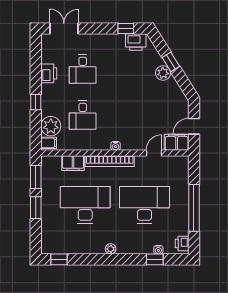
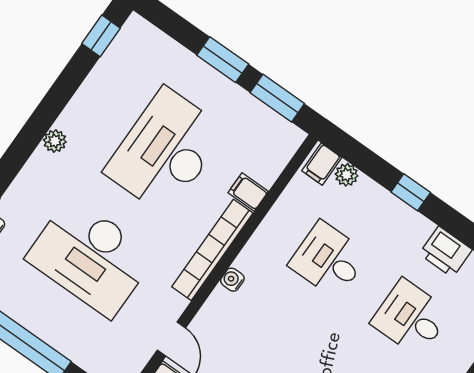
plant: (51, 126) -> (347, 175), width x0.53, depth x0.53
filing cabinet: (73, 163) -> (248, 192), width x0.50
desk: (85, 205) -> (165, 151), turned 180
desk: (144, 205) -> (91, 257), turned 90

